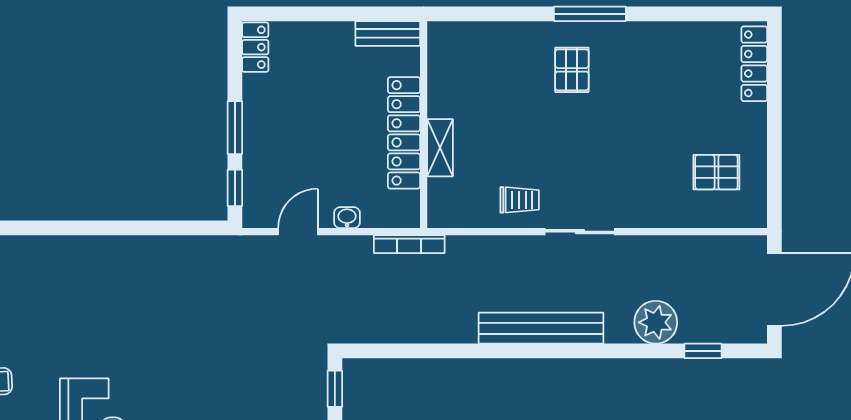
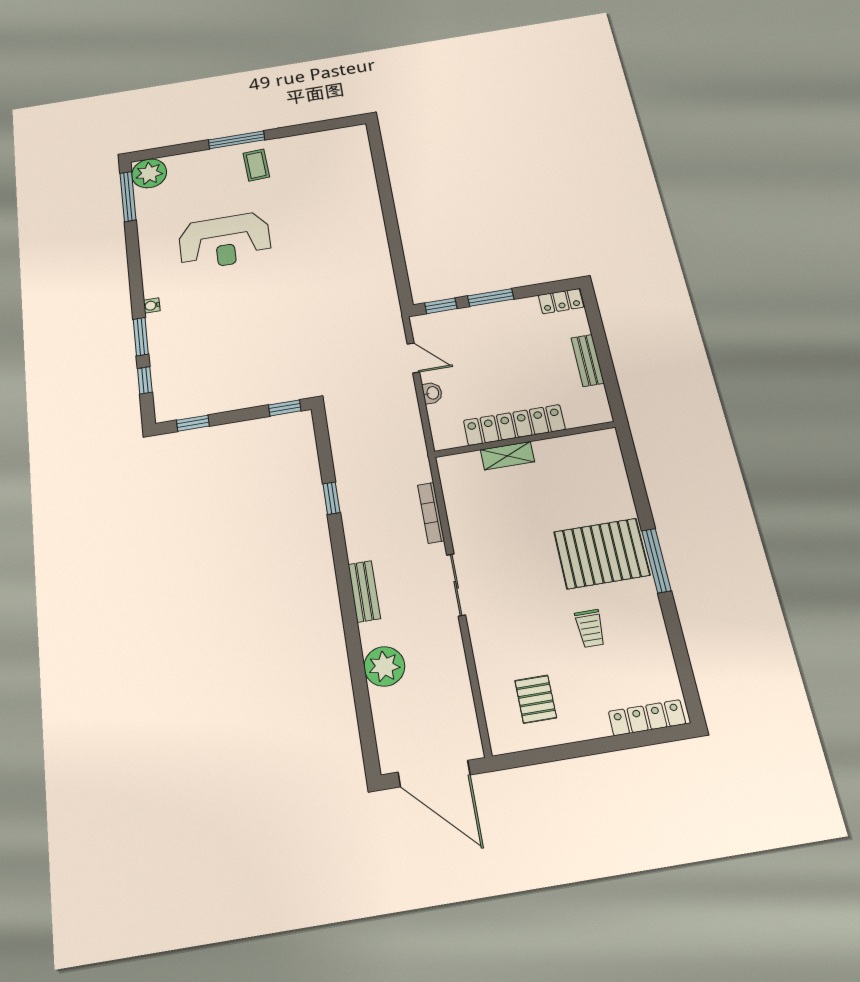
bench: (388, 33) -> (588, 360), moved
pallet: (572, 70) -> (602, 553), width x2.05, depth x2.00
trolley: (520, 200) -> (590, 628), moved
bookcase: (409, 244) -> (431, 513), moved
bench: (541, 328) -> (364, 591), width x0.54, depth x0.82
window: (703, 351) -> (331, 498), moved

